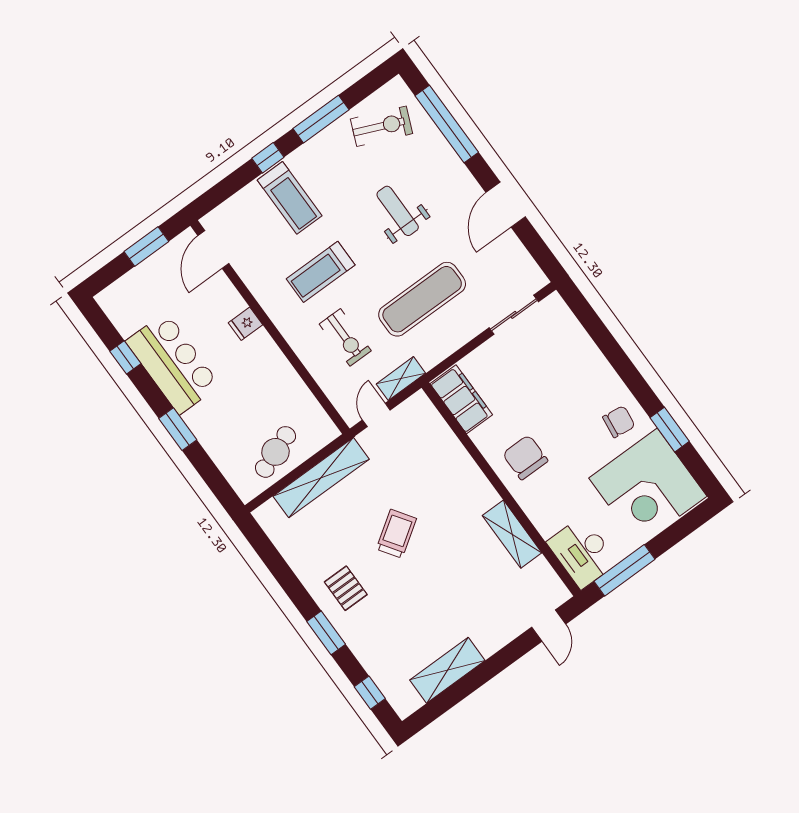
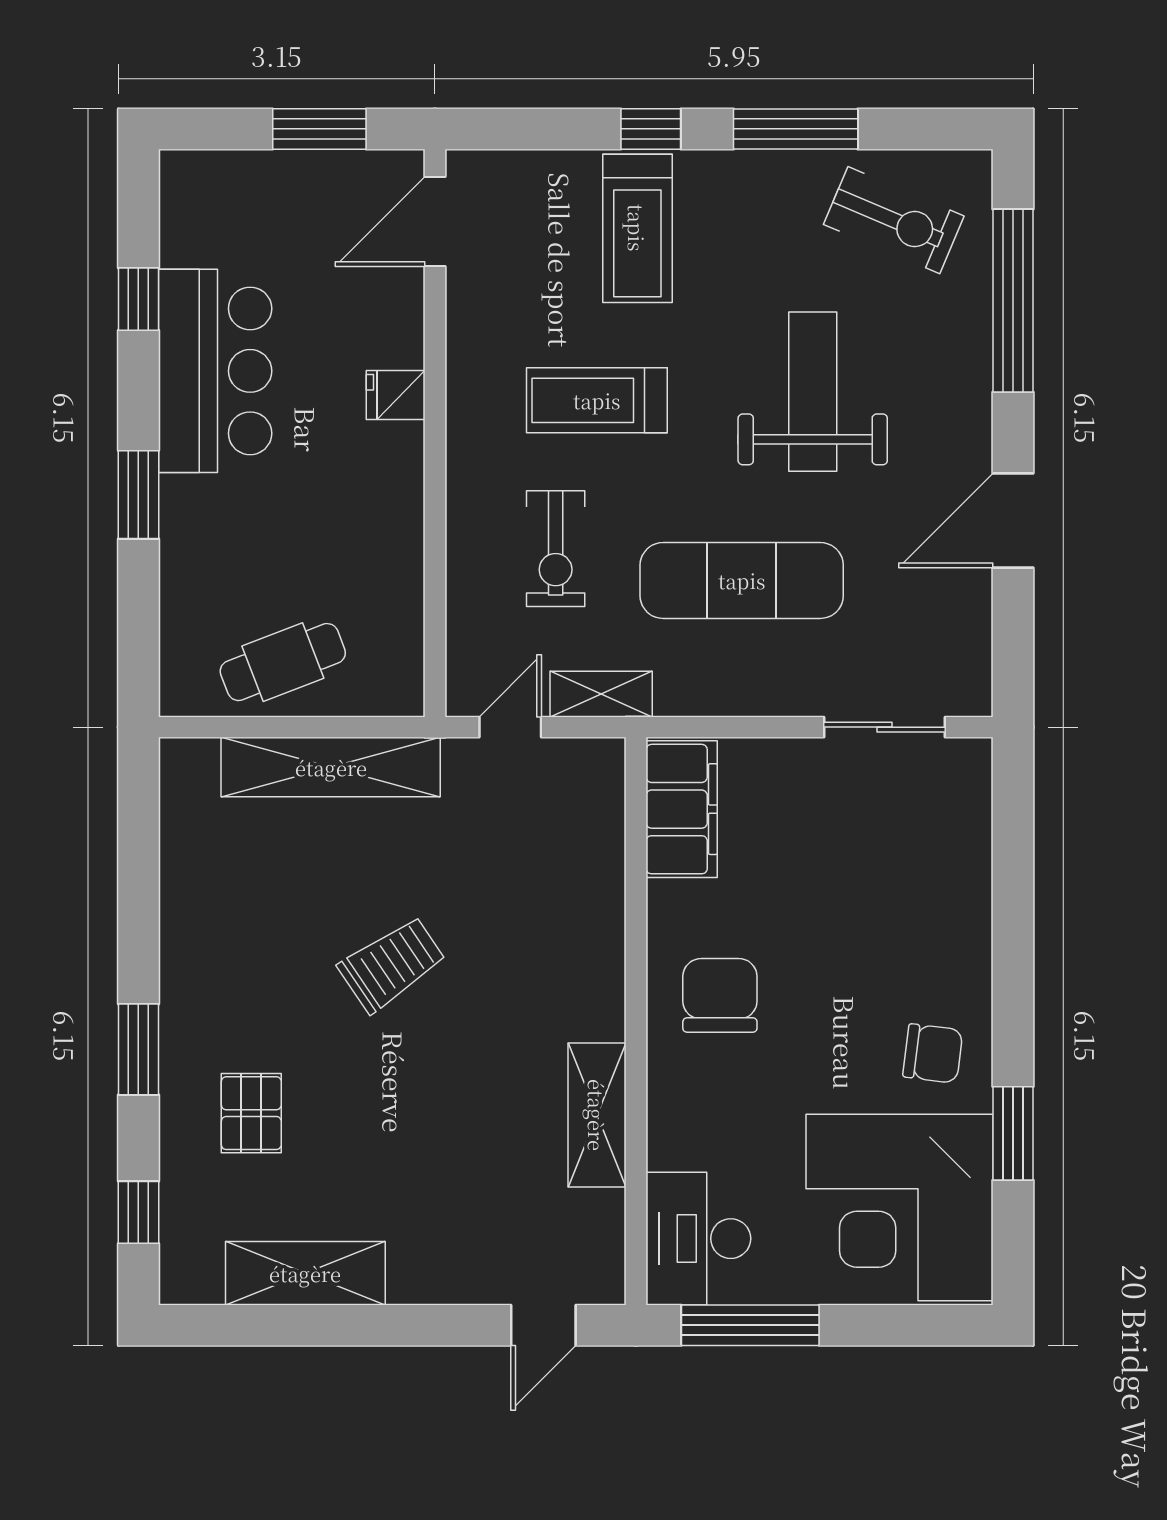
weight bench: (398, 211) -> (813, 392), width x1.36, depth x1.33
pallet: (346, 588) -> (251, 1113), moved

